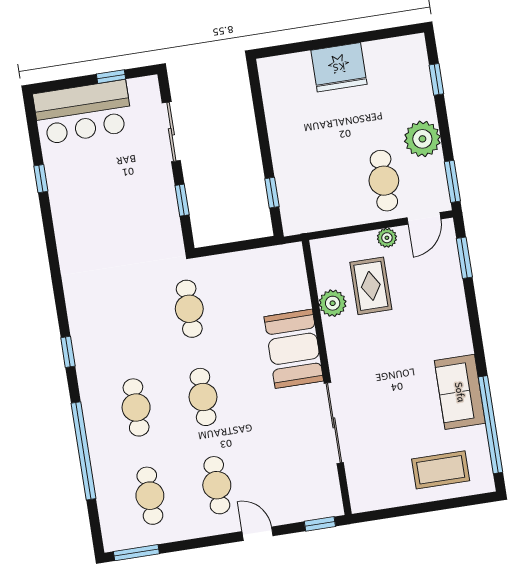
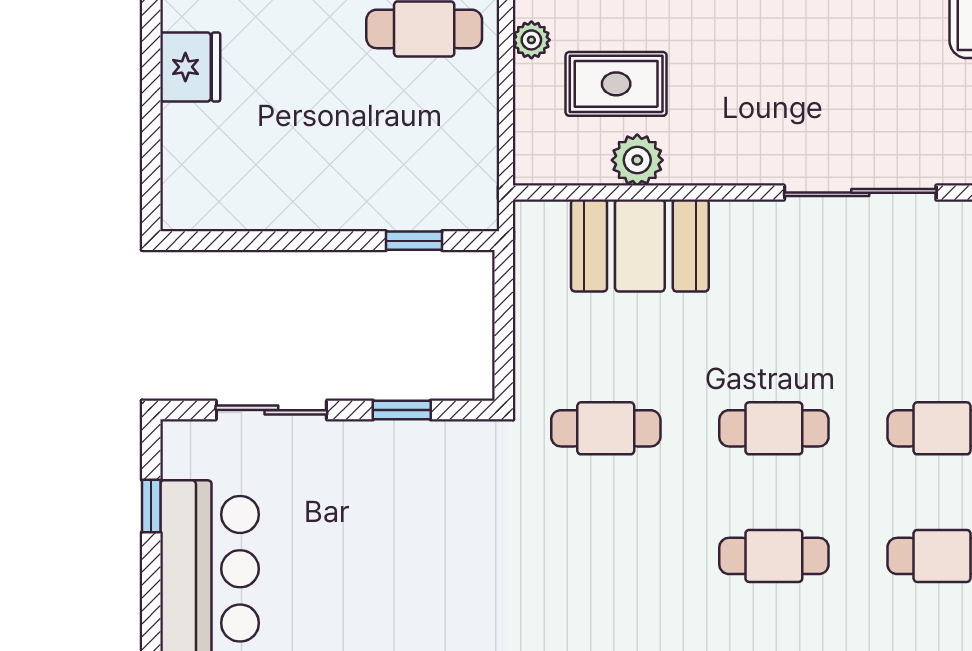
fridge: (339, 67) -> (190, 67), width x0.73, depth x0.75
booth: (294, 349) -> (640, 245), moved

